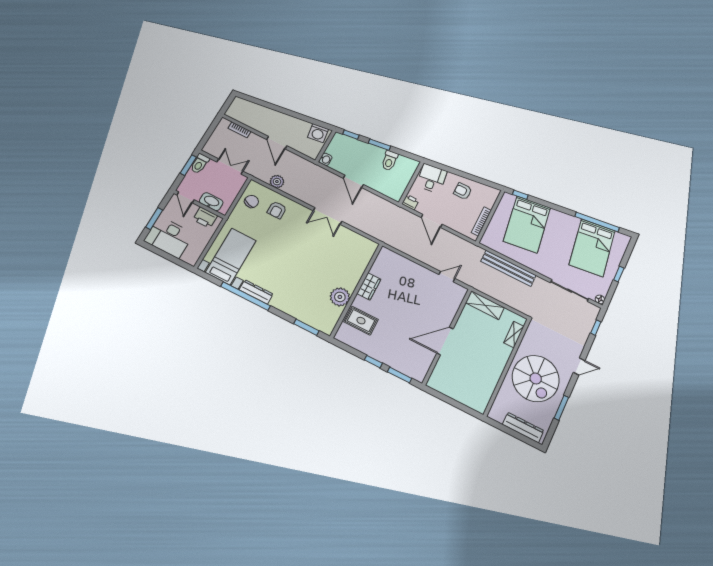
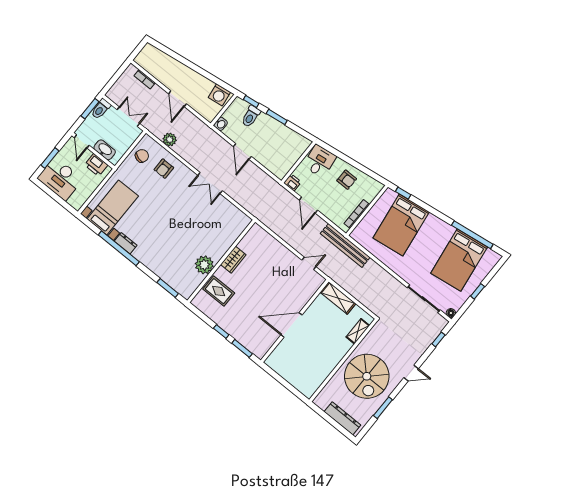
toilet: (390, 161) -> (251, 116), moved
armchair: (463, 191) -> (347, 180), turned 180
bench: (508, 268) -> (345, 245), moved
dresser: (256, 292) -> (126, 243), width x0.70

